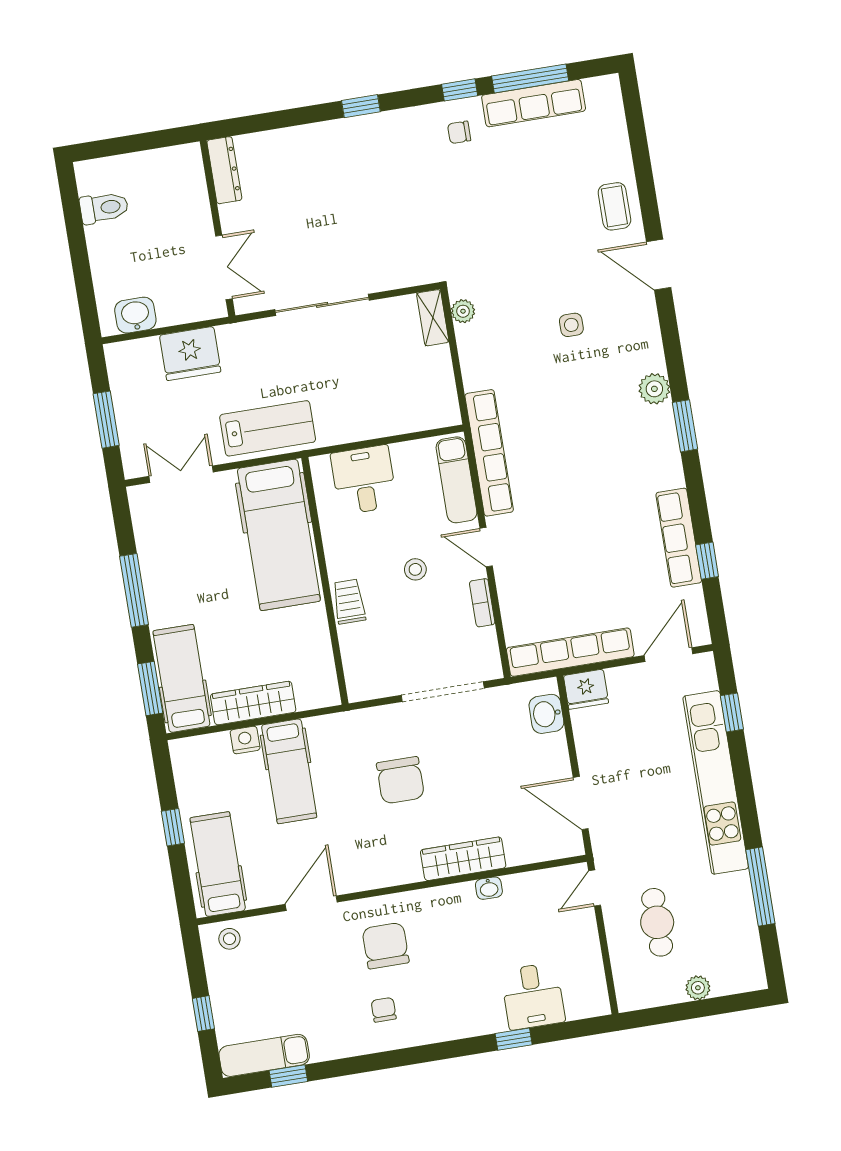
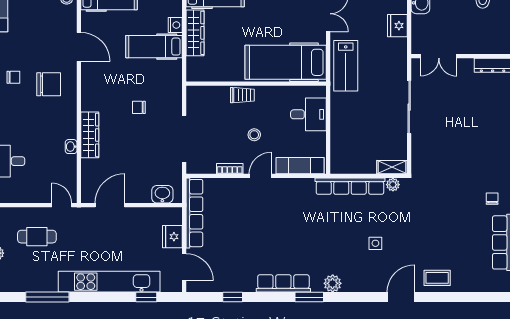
fridge: (190, 354) -> (397, 26), width x0.73, depth x0.75
row of seats: (489, 453) -> (350, 186), moved
row of seats: (679, 538) -> (283, 283), moved
fridge: (586, 689) -> (172, 237), moved
chair: (400, 780) -> (139, 107), width x0.54, depth x0.54

